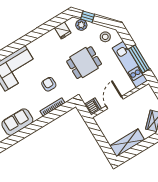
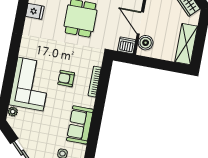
armchair: (49, 84) -> (66, 79), moved
boiler: (105, 117) -> (146, 43), added

